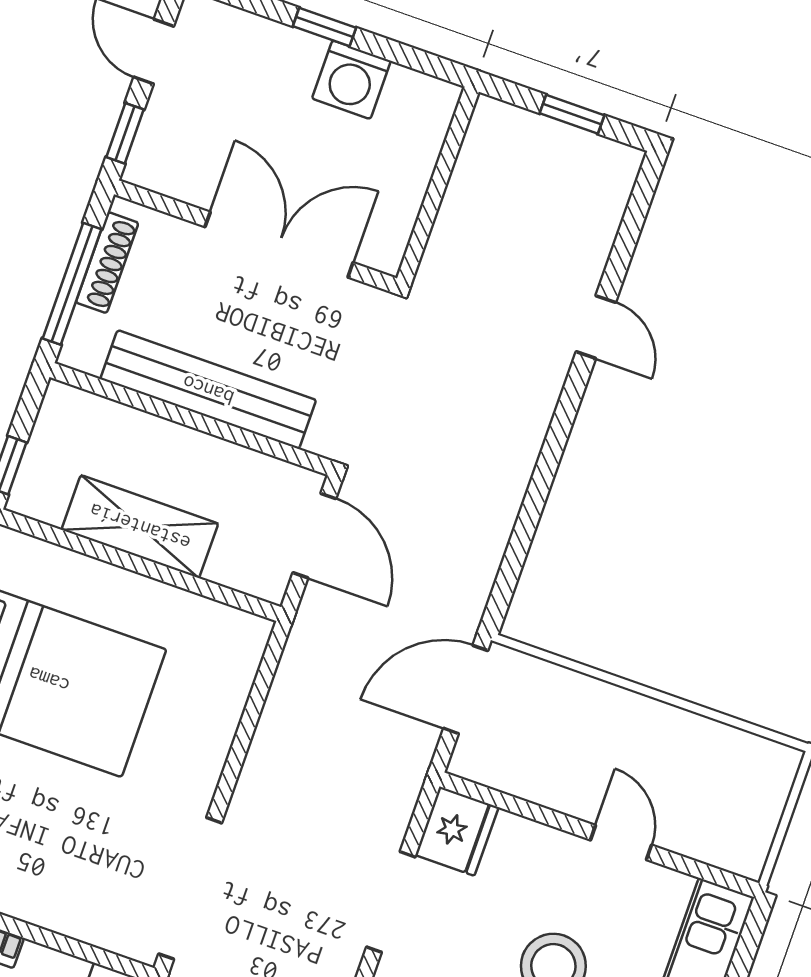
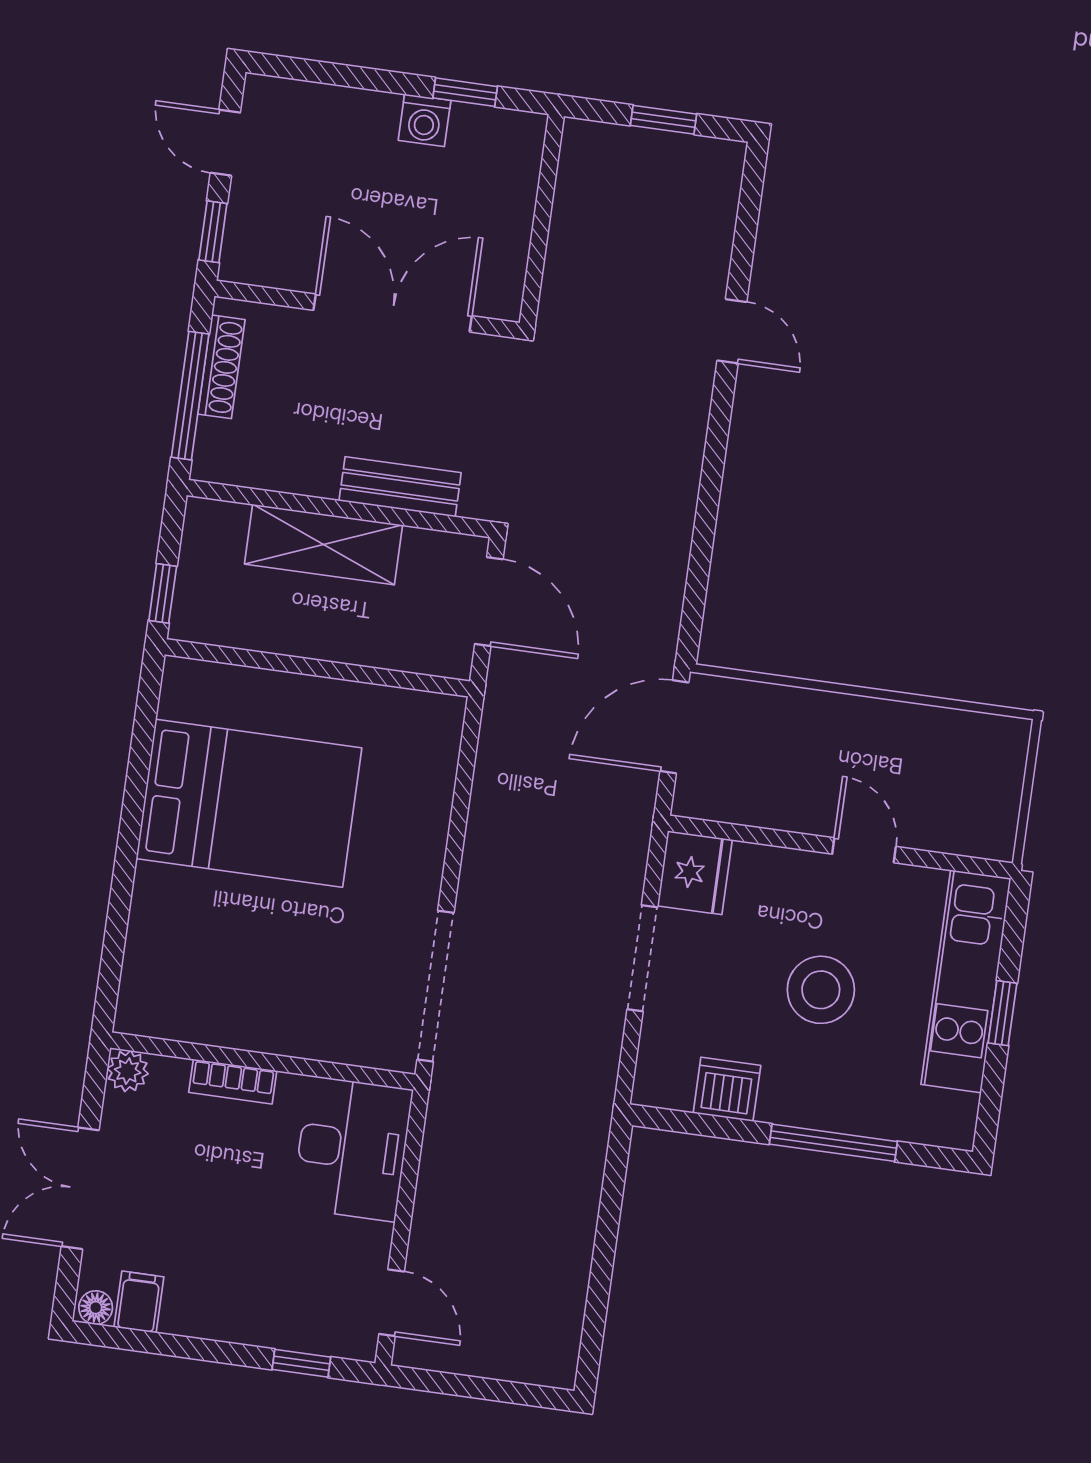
window: (324, 27) -> (465, 92), moved
washing machine: (351, 80) -> (425, 120), width x0.73, depth x0.73
bench: (208, 390) -> (400, 487), width x0.54, depth x0.82
shelving: (140, 527) -> (323, 545), moved

